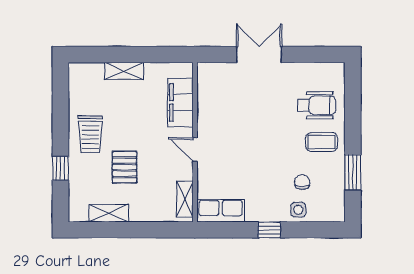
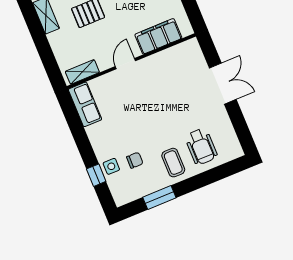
window: (269, 230) -> (96, 175), moved

